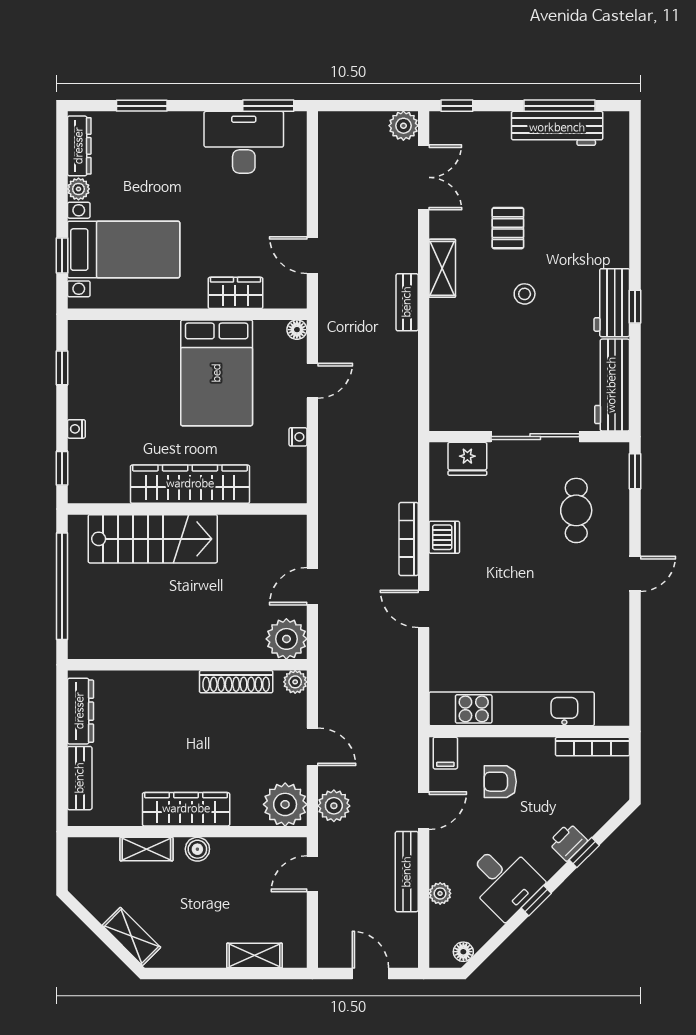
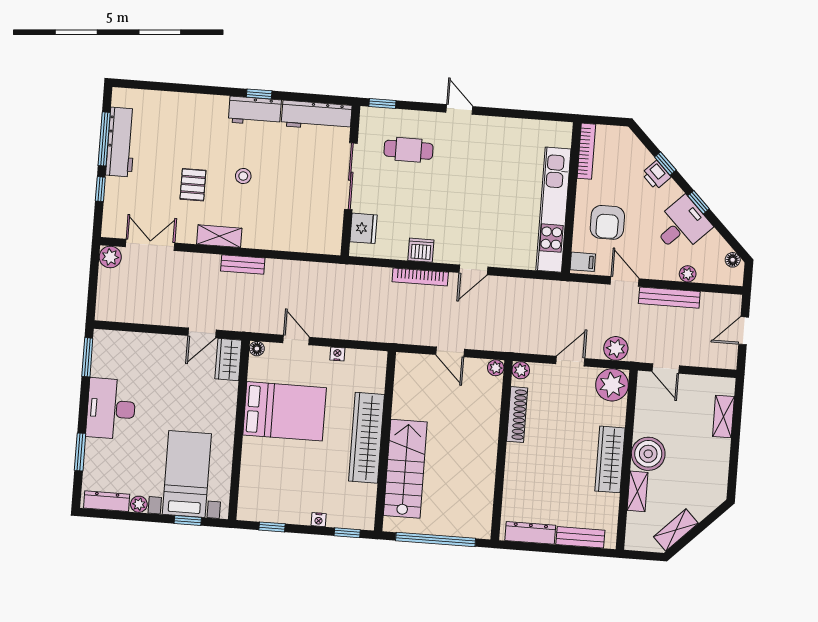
window: (457, 106) -> (100, 189), moved
desk: (244, 142) -> (111, 409), moved
pallet: (508, 228) -> (193, 185), turned 90
wardrobe: (235, 293) -> (228, 360), moved
plant: (286, 639) -> (496, 368), width x0.53, depth x0.53
armchair: (500, 782) -> (607, 222), width x1.38, depth x1.38
boiler: (197, 849) -> (648, 454), width x1.86, depth x1.86
shelving: (131, 936) -> (676, 530), moved

